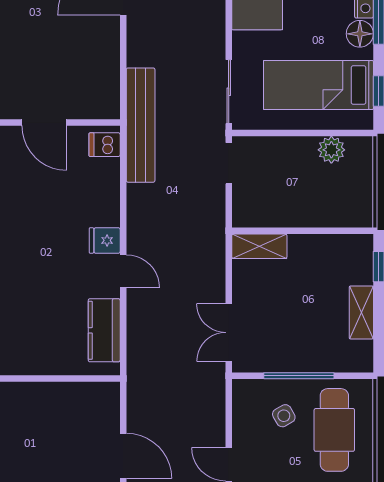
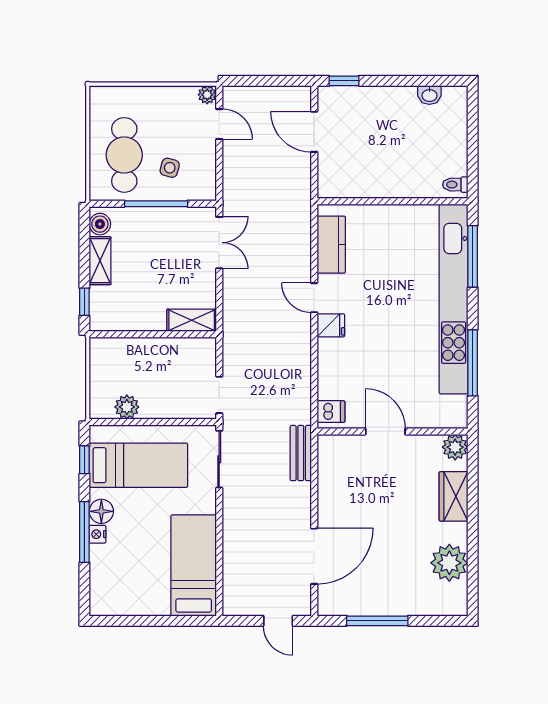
bench: (141, 125) -> (301, 453), width x0.54, depth x0.82
boiler: (361, 353) -> (100, 224), added
side table: (284, 416) -> (170, 168), turned 45

